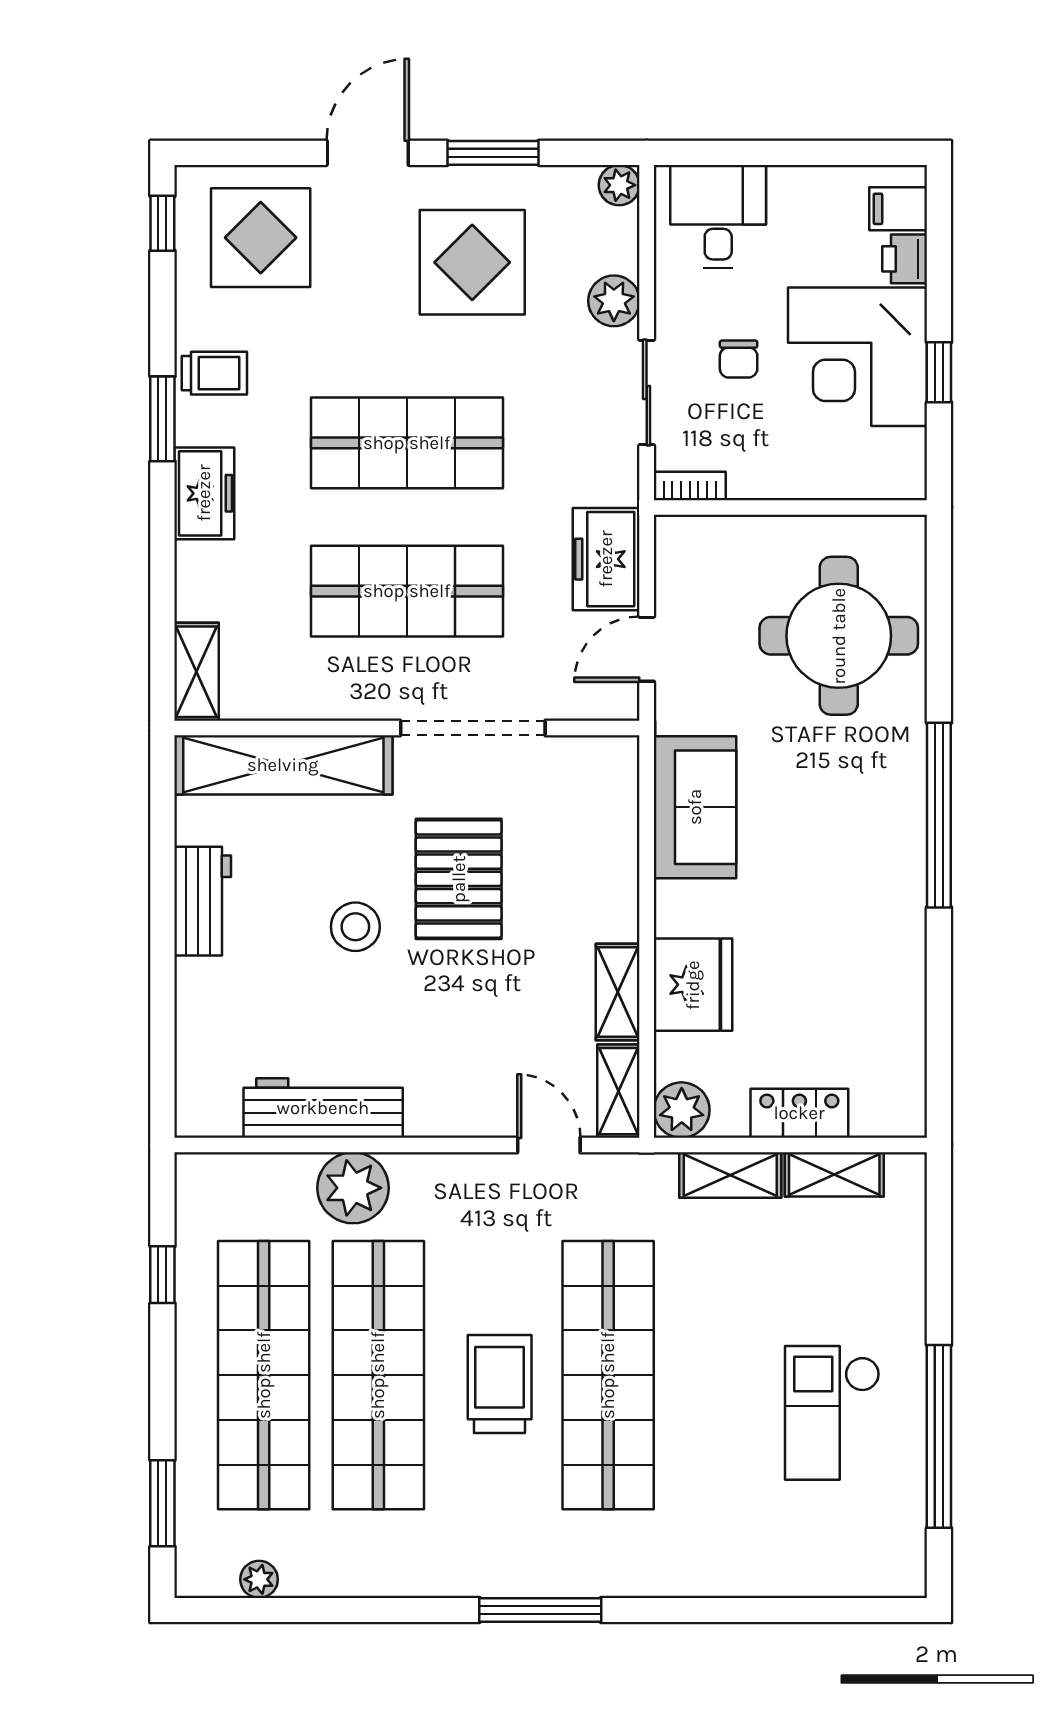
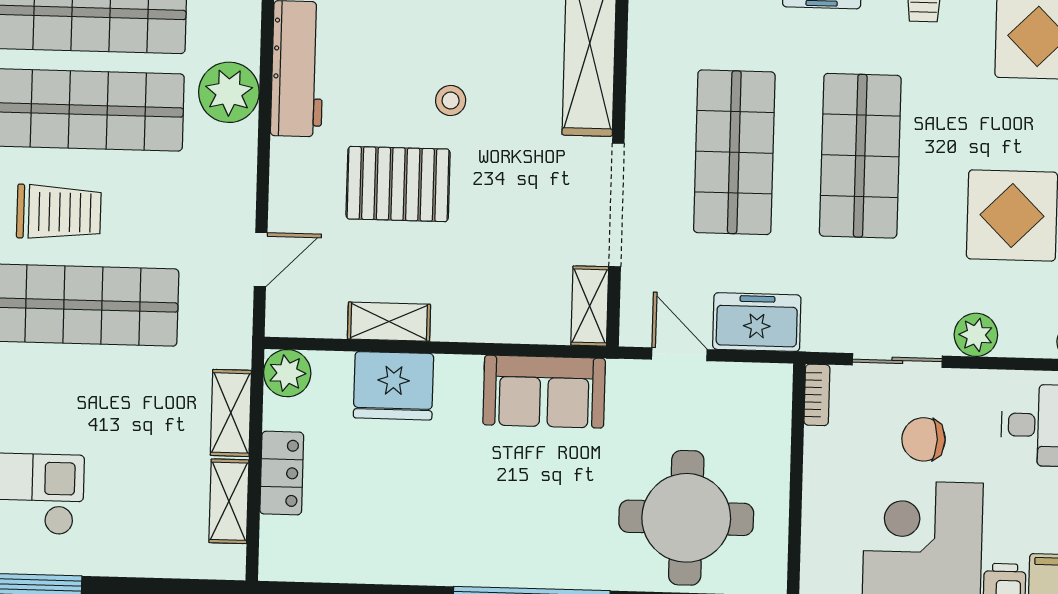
chair: (739, 359) -> (924, 439), width x1.37, depth x1.37
pallet: (459, 879) -> (398, 184), moved
stool: (355, 927) -> (451, 100), width x0.73, depth x0.73
shelving: (618, 1091) -> (590, 306), moved, turned 90

